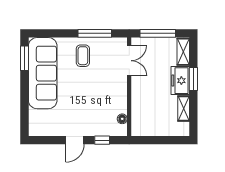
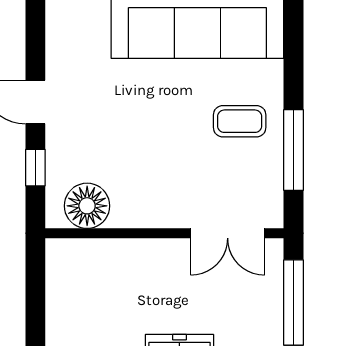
floor lamp: (122, 119) -> (87, 206), width x1.89, depth x1.89

